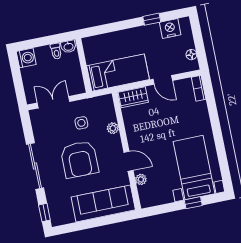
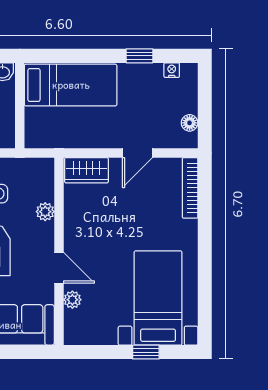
nightstand: (170, 29) -> (172, 70), width x0.53, depth x0.56
bed: (118, 73) -> (71, 85), moved
door: (163, 80) -> (137, 153), hinge flipped
bookcase: (199, 88) -> (190, 188), width x1.56

